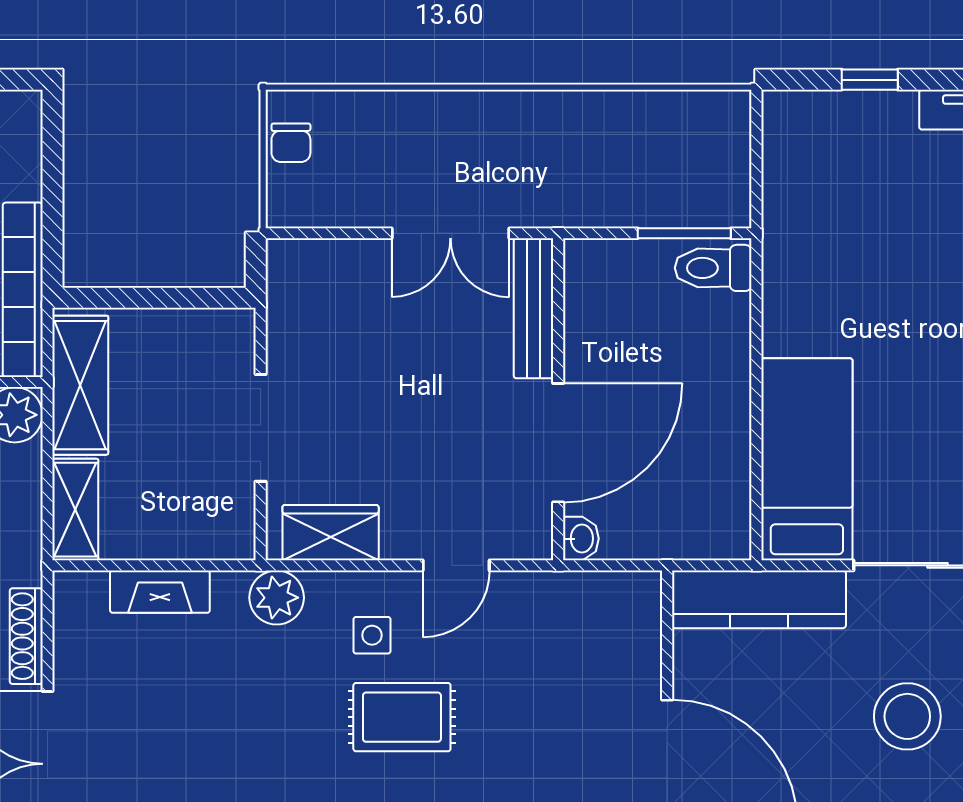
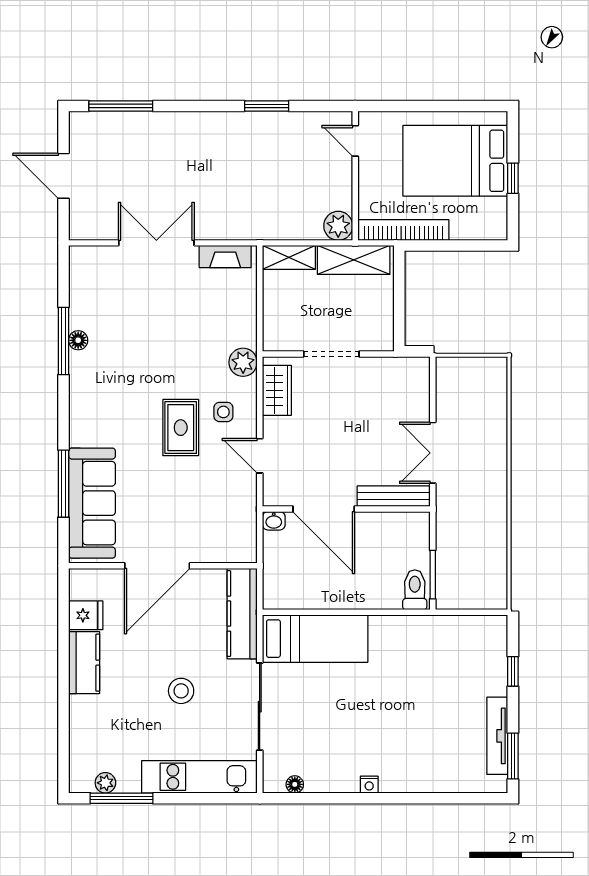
chair: (291, 143) -> (480, 370), removed
fireplace: (160, 592) -> (225, 257), moved, turned -90
shoe rack: (26, 636) -> (223, 232), removed
stool: (907, 716) -> (181, 691), width x0.73, depth x0.73

